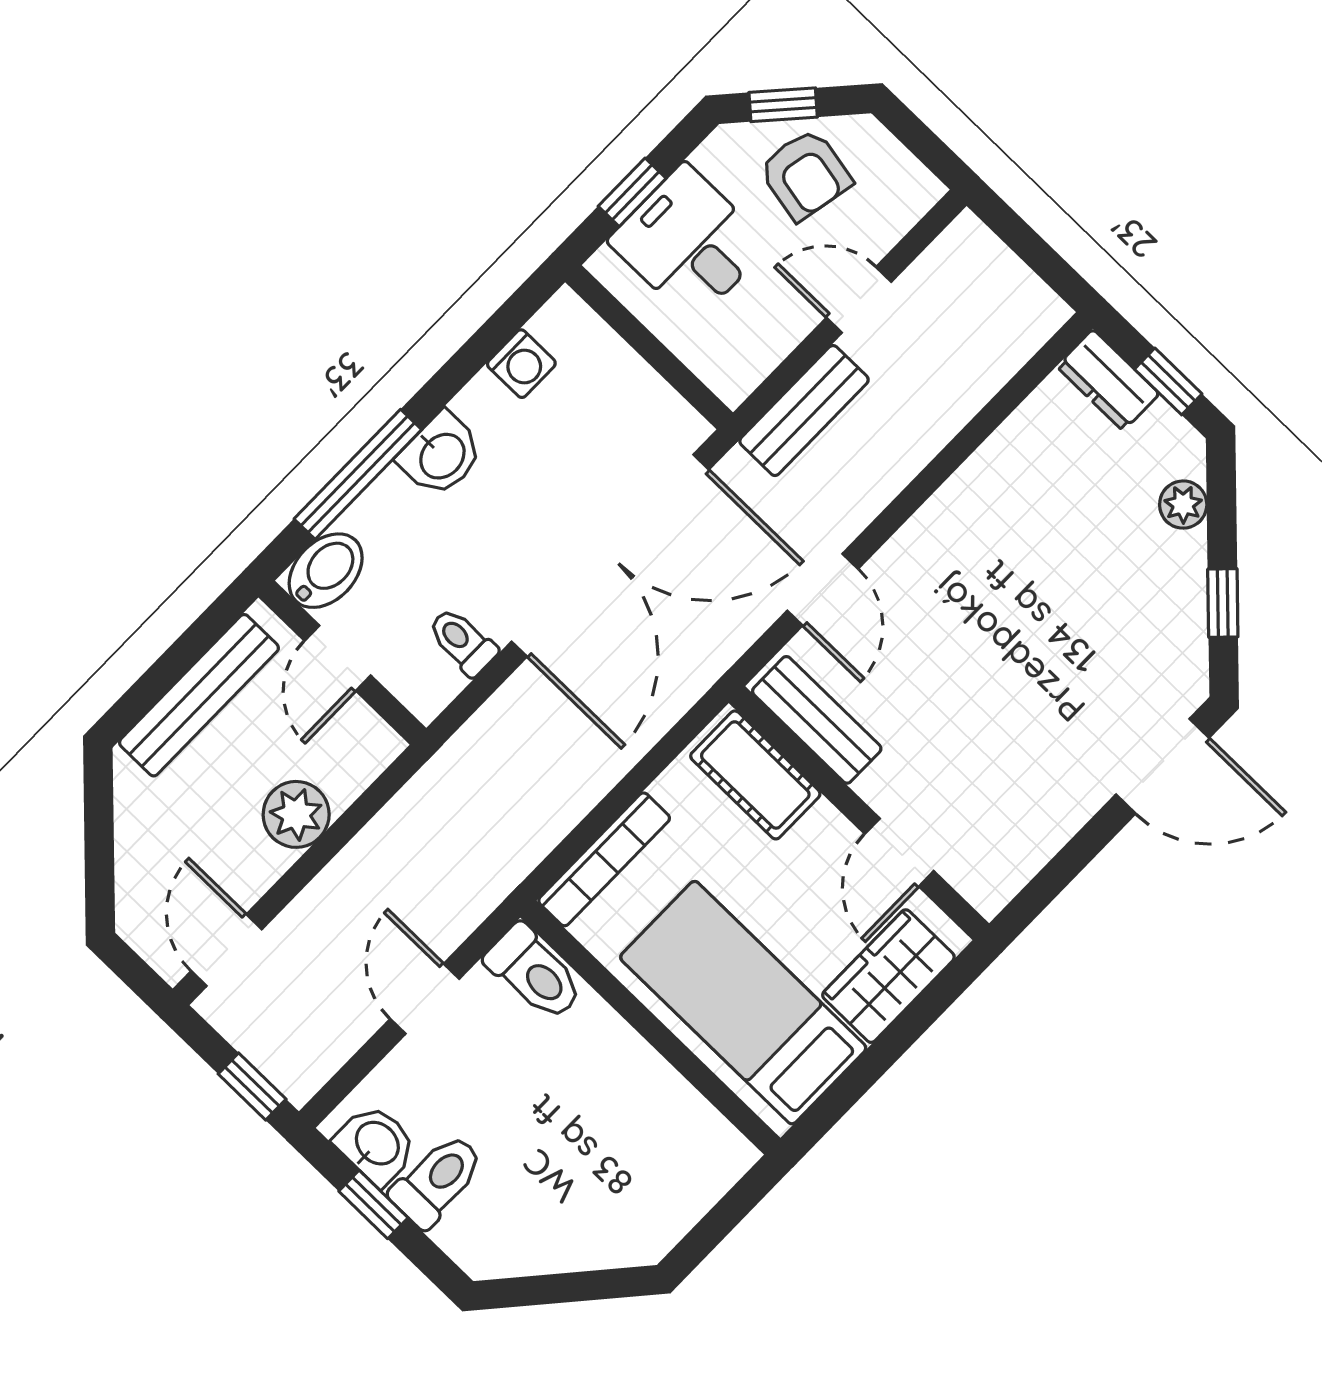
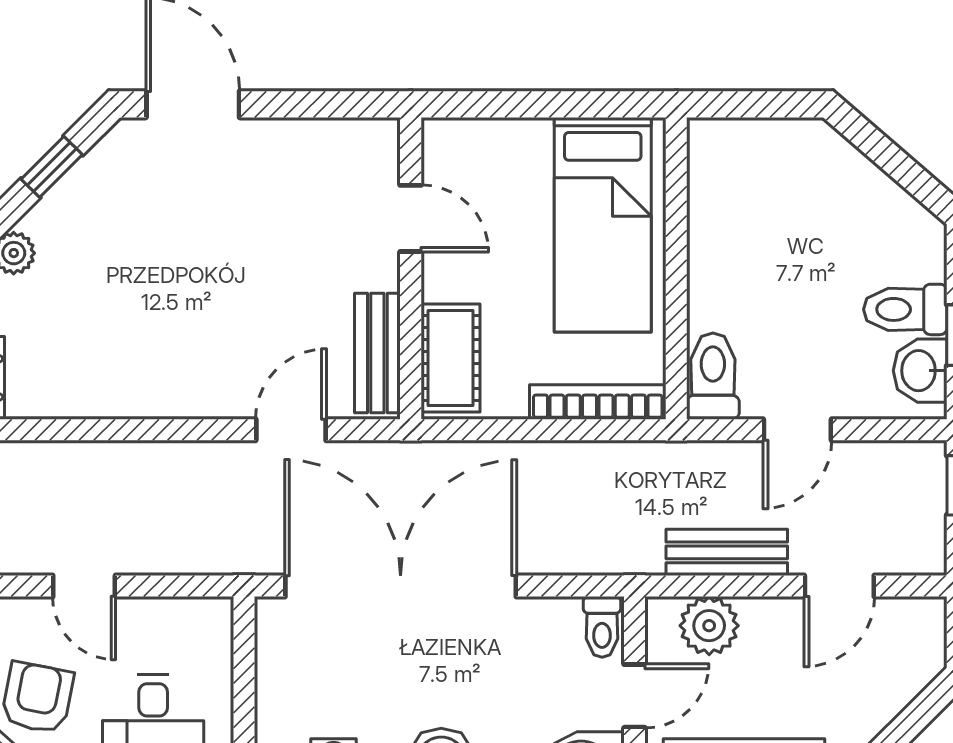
bench: (804, 411) -> (727, 552), moved
toilet: (462, 642) -> (602, 627), moved
plant: (296, 814) -> (709, 626), moved
door: (899, 852) -> (411, 218), hinge flipped
door: (227, 950) -> (839, 586), moved
wardrobe: (888, 976) -> (496, 149), removed

